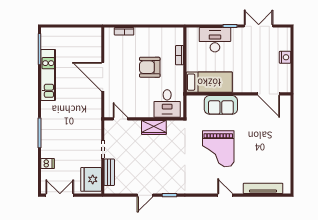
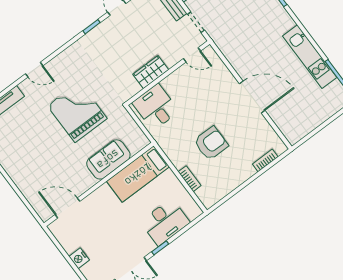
desk: (167, 103) -> (156, 107), moved
door: (120, 119) -> (192, 55), moved
wall: (144, 119) -> (168, 73), moved
wardrobe: (154, 127) -> (151, 72), moved

